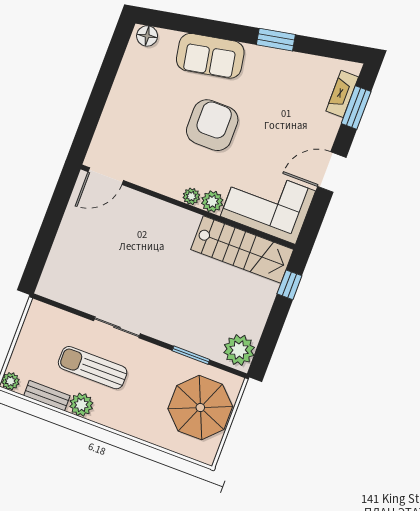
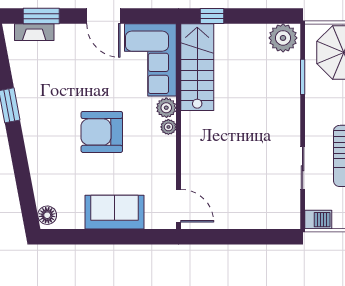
sofa: (210, 56) -> (115, 212), moved, turned -79
barbecue: (37, 316) -> (318, 220), added
sliding door: (117, 327) -> (303, 168), moved

